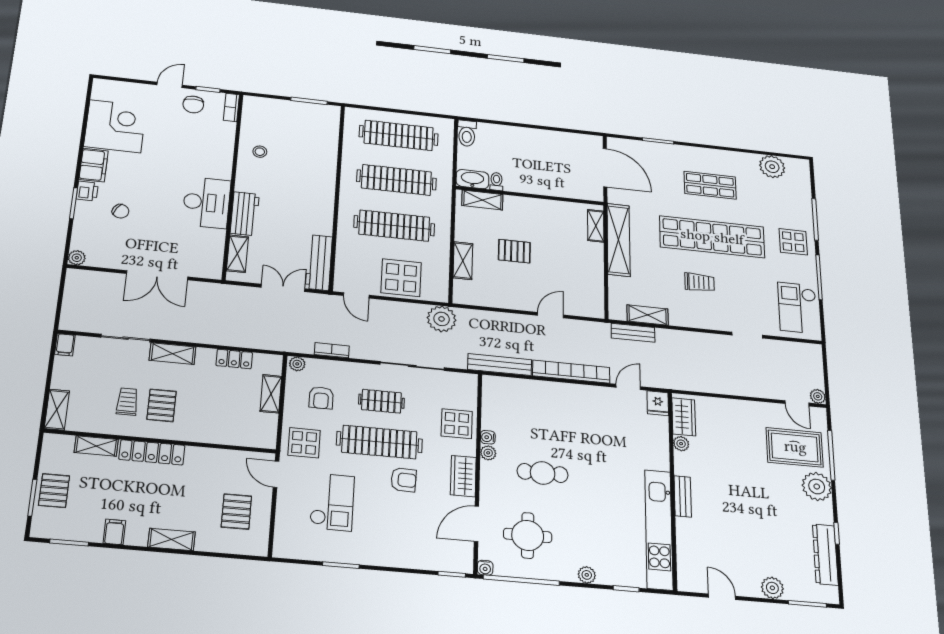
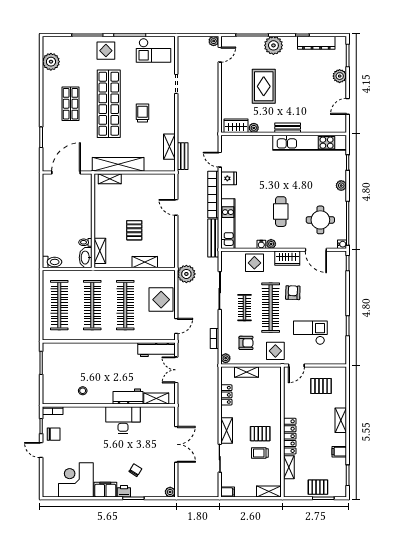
kitchen unit: (523, 389) -> (228, 224), added
fridge: (658, 403) -> (229, 178), moved
rug: (795, 447) -> (264, 86), moved

